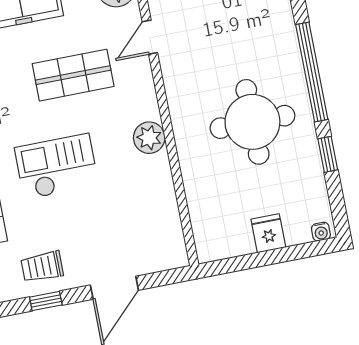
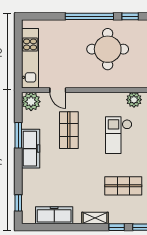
plant: (149, 138) -> (134, 100), moved
checkout: (57, 167) -> (119, 135), moved

